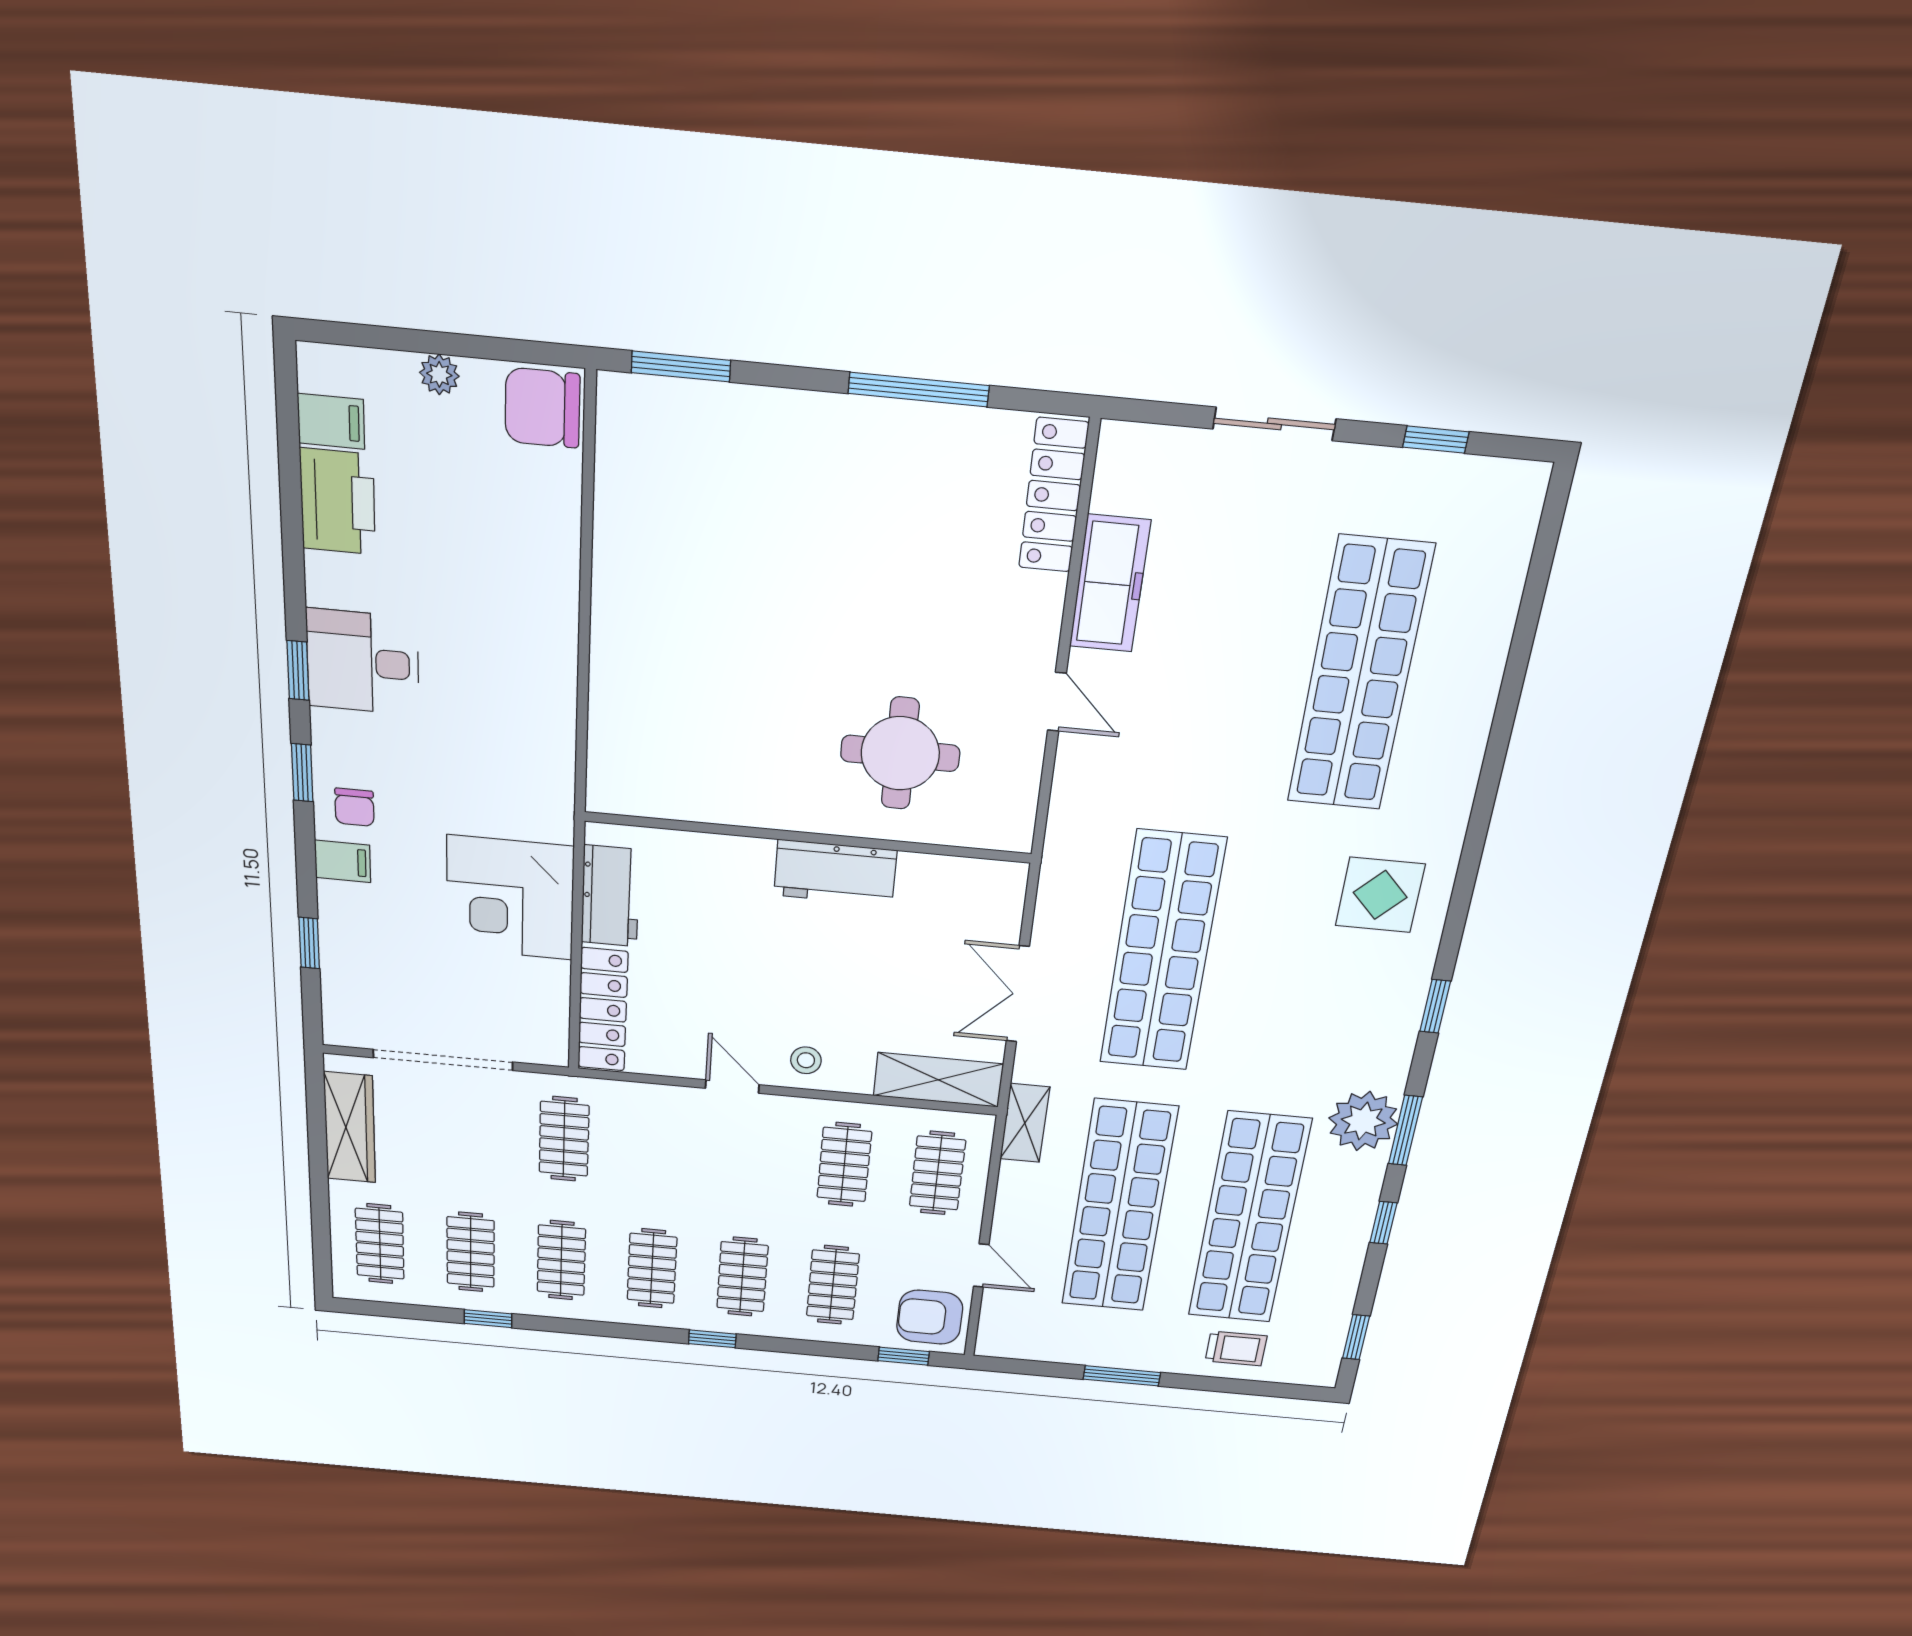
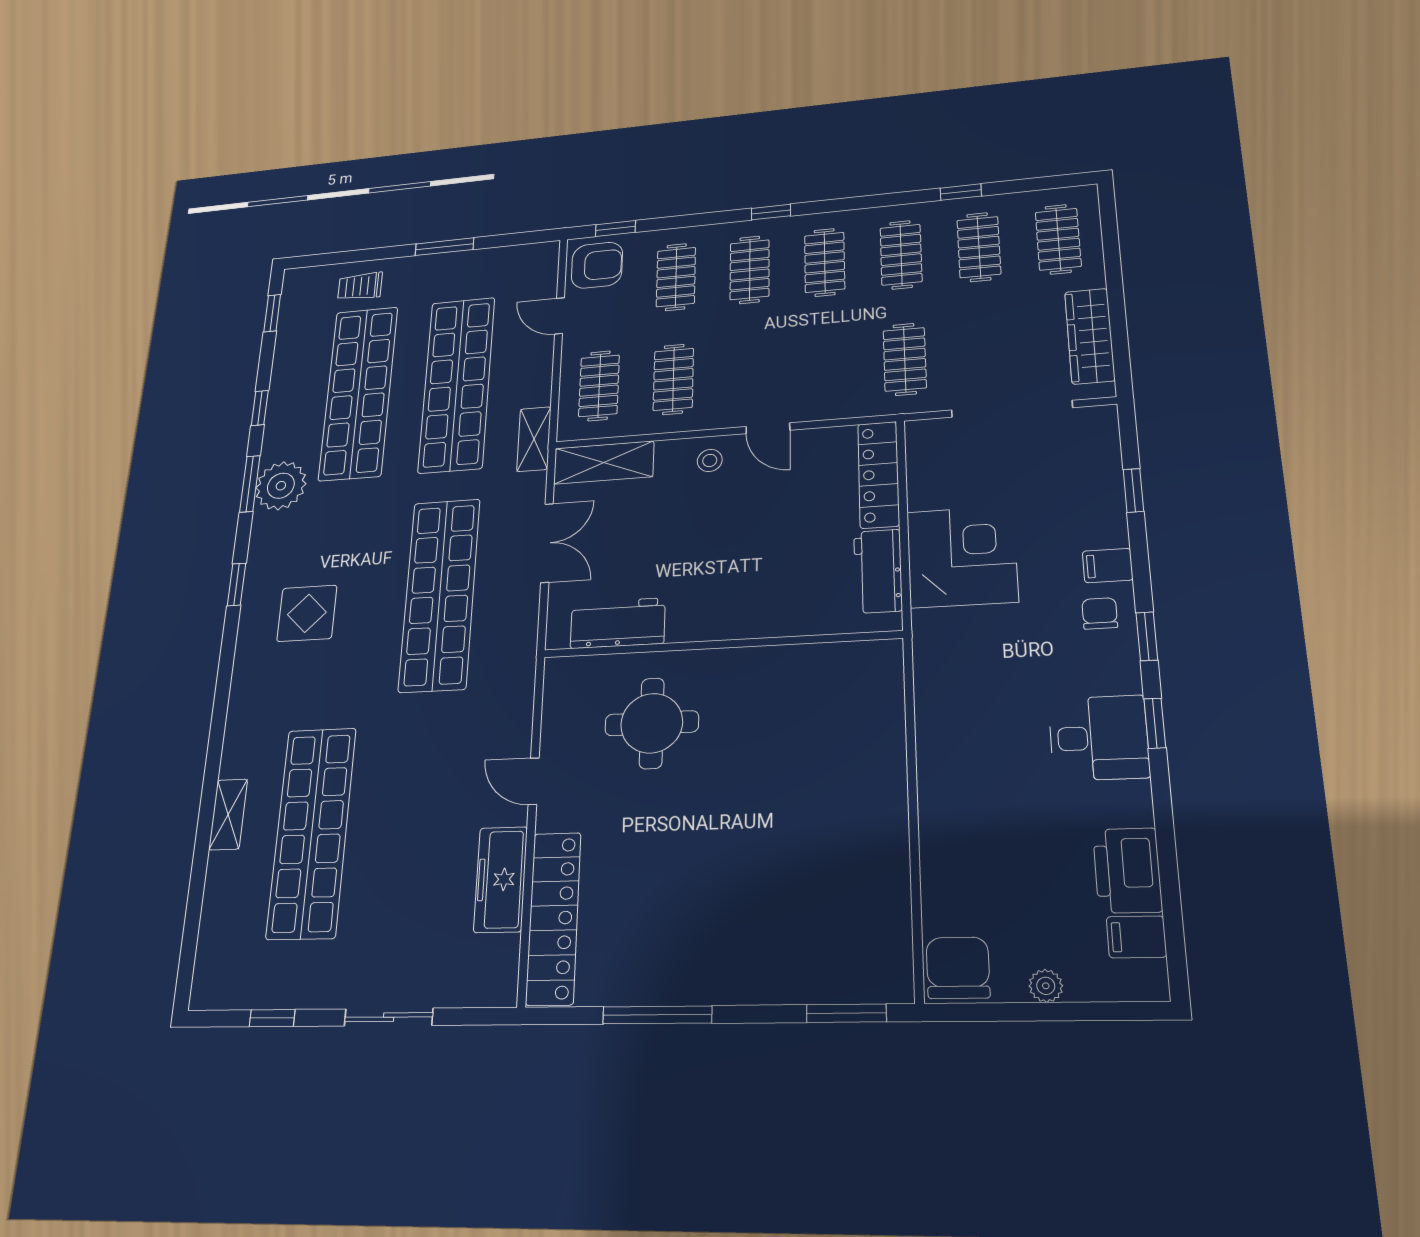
chair: (542, 408) -> (958, 968), turned -90
locker: (1053, 496) -> (554, 918), width x1.41, depth x1.21
shelving: (1474, 713) -> (228, 814), added
workbench: (835, 873) -> (618, 623), moved
display table: (1380, 895) -> (307, 613), moved

